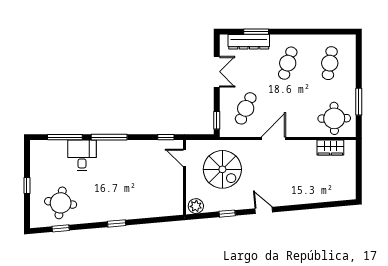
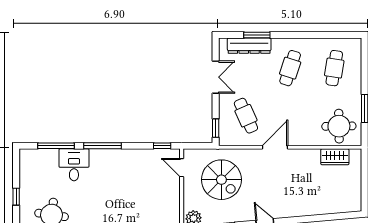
cafe table: (246, 108) -> (246, 116), turned -48

